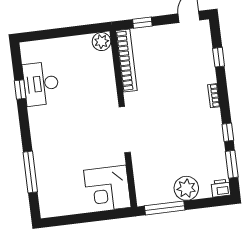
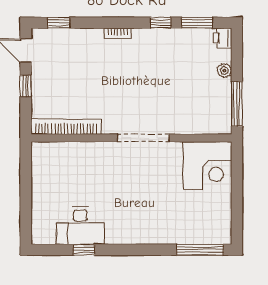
window: (142, 23) -> (26, 86), moved
plant: (101, 42) -> (41, 152), removed
window: (219, 57) -> (59, 23), moved
window: (30, 172) -> (200, 250), moved
plant: (186, 188) -> (224, 71), width x0.53, depth x0.53

